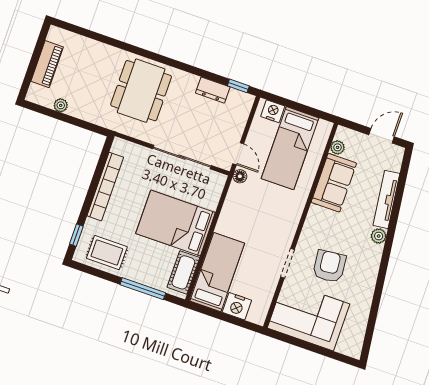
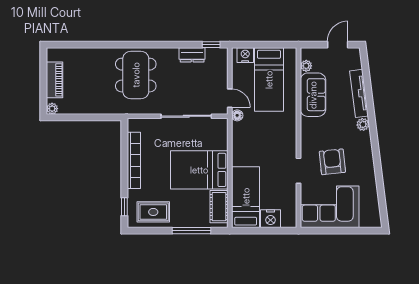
plant: (61, 105) -> (52, 109), moved

